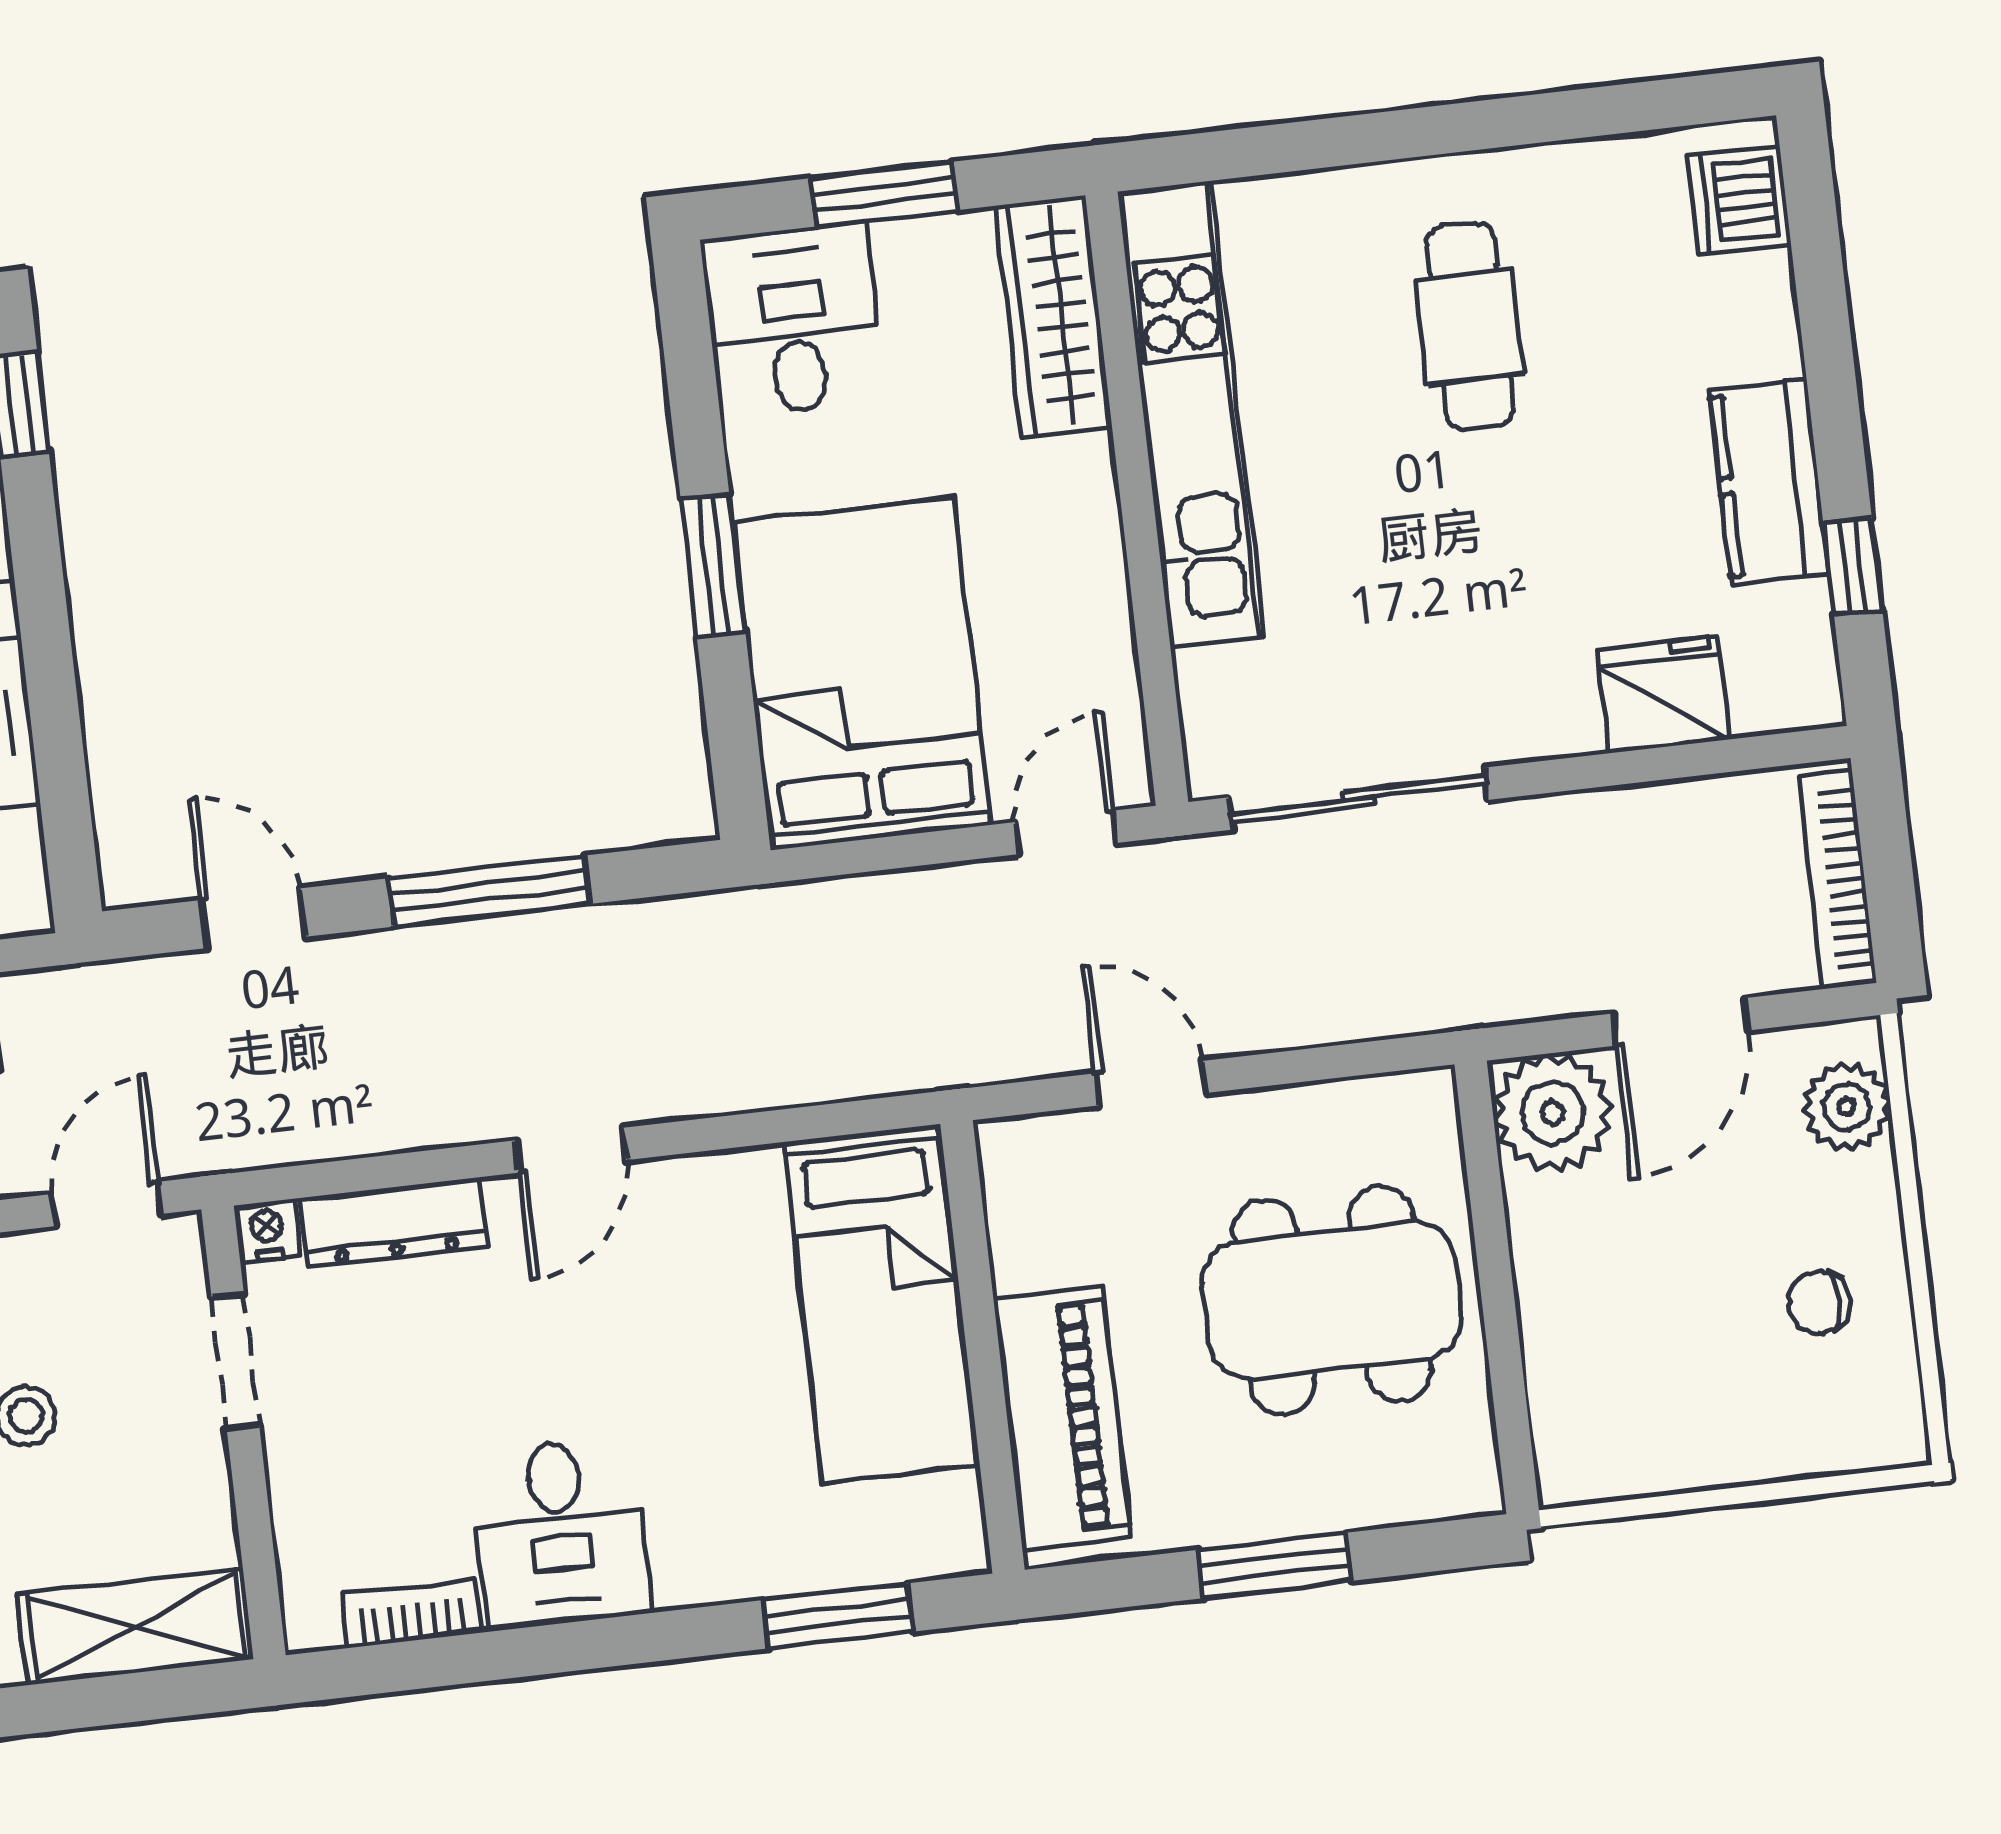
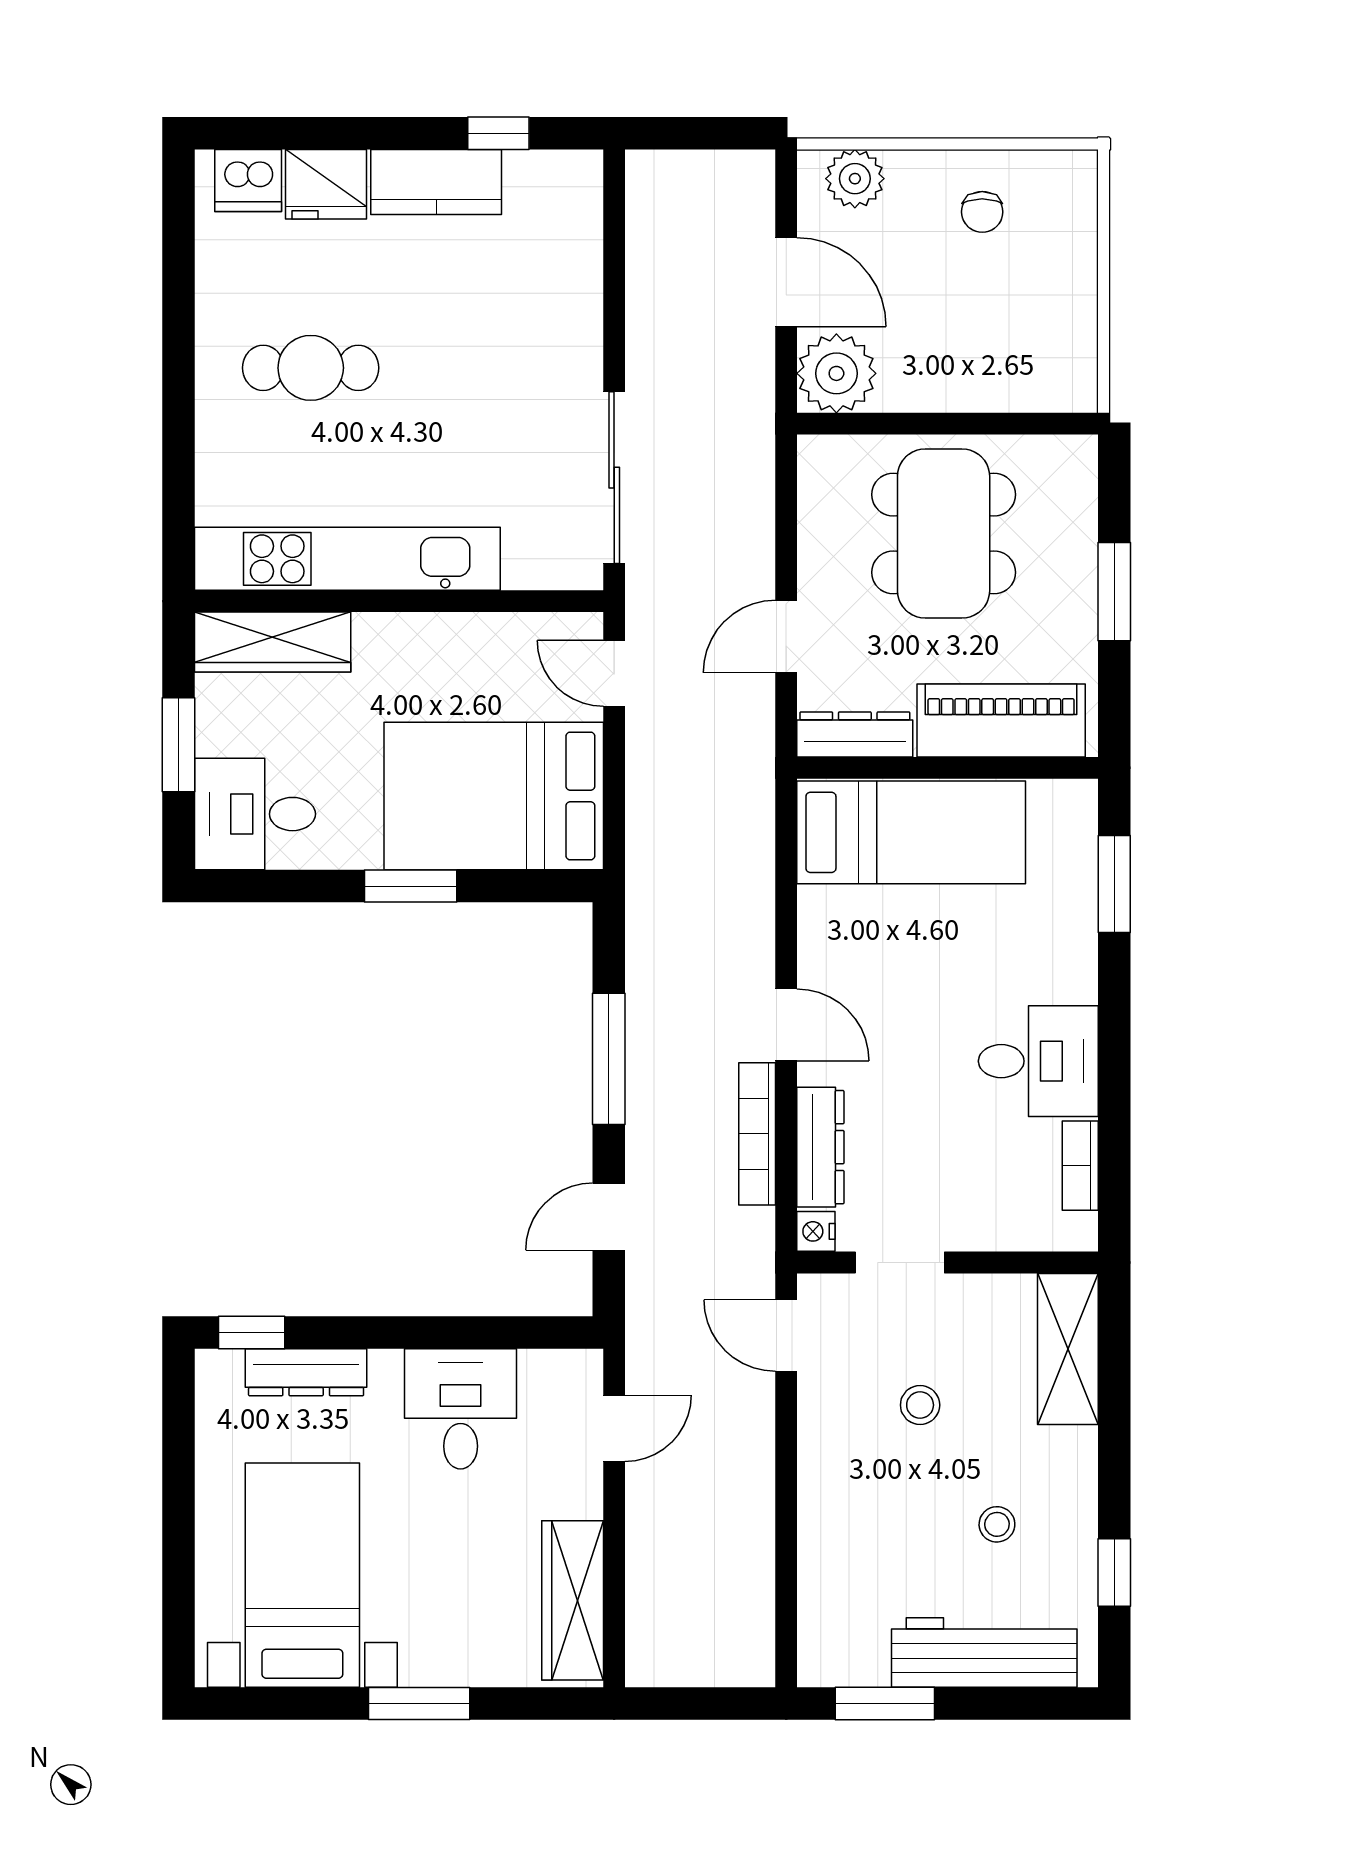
fridge: (1664, 694) -> (326, 184), moved, turned -90
bookcase: (1837, 880) -> (757, 1134), moved, turned 90
dresser: (1016, 1203) -> (855, 734), added

